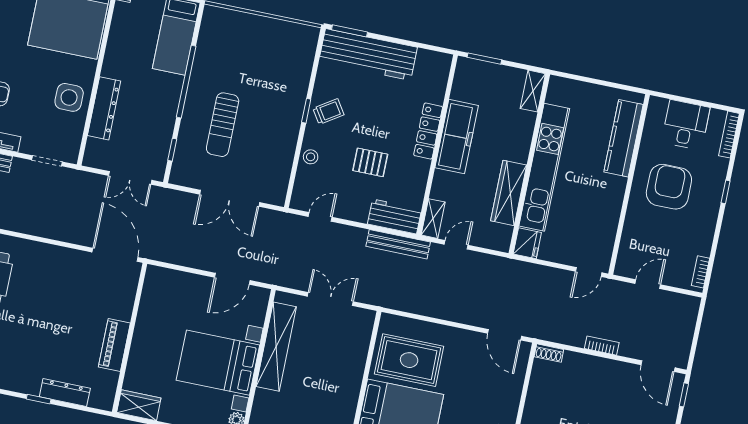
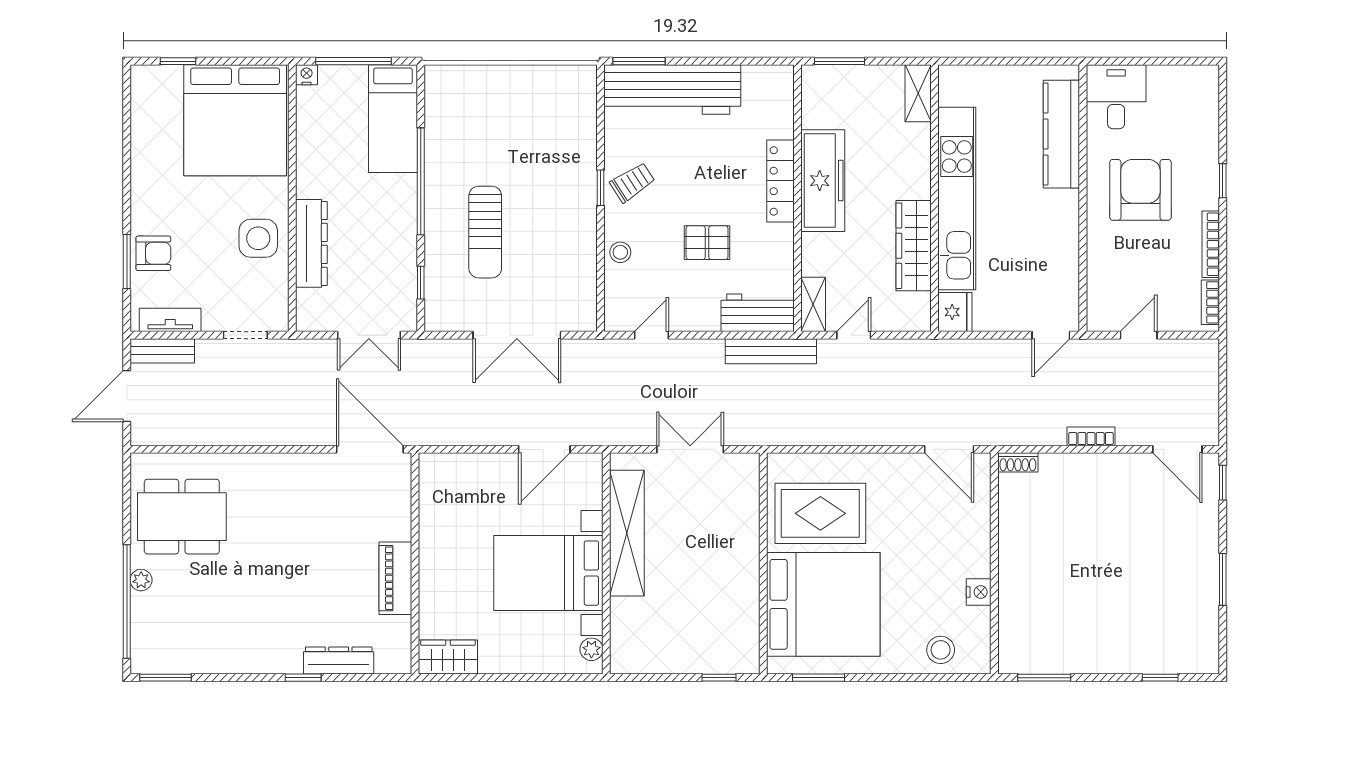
desk: (686, 125) -> (1116, 97), moved
bookcase: (729, 135) -> (1211, 244), moved

